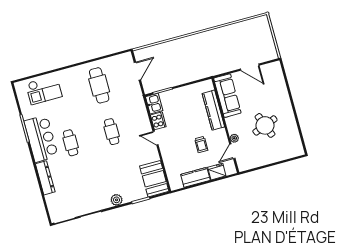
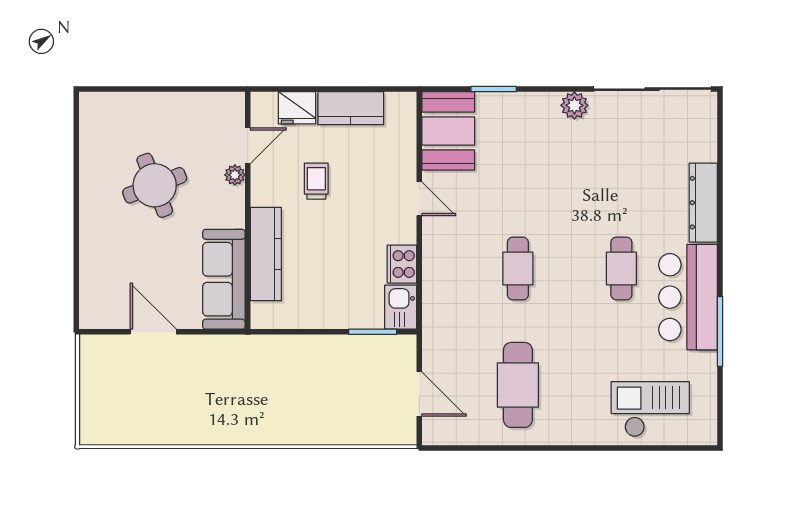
door: (137, 71) -> (419, 394), swing flipped
door: (156, 138) -> (419, 199), moved
plant: (117, 200) -> (574, 105), moved

